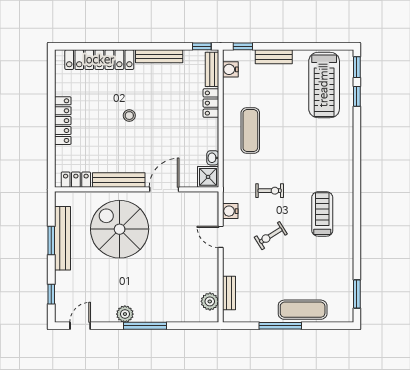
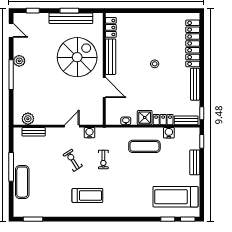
water cooler: (230, 69) -> (169, 133), moved
locker: (63, 121) -> (151, 18), removed
shower: (208, 177) -> (145, 118), moved

